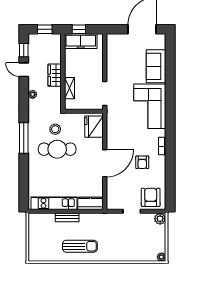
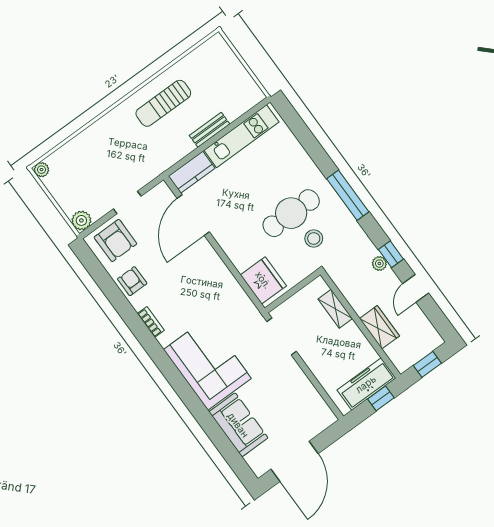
window: (24, 50) -> (391, 254), moved
door: (24, 70) -> (416, 288), swing flipped
wardrobe: (55, 75) -> (379, 327), moved
armchair: (142, 162) -> (132, 281), moved
door: (105, 163) -> (193, 215), moved

